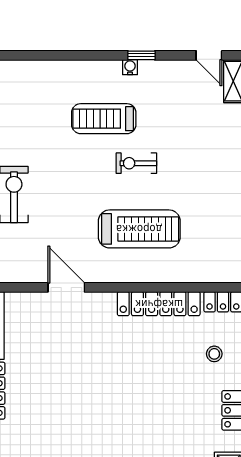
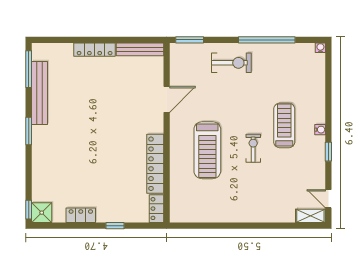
door: (209, 55) -> (328, 199), hinge flipped
water cooler: (130, 67) -> (320, 130), moved
stool: (214, 354) -> (120, 203), removed

